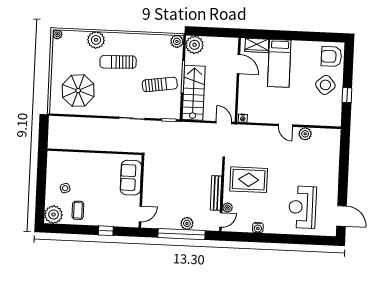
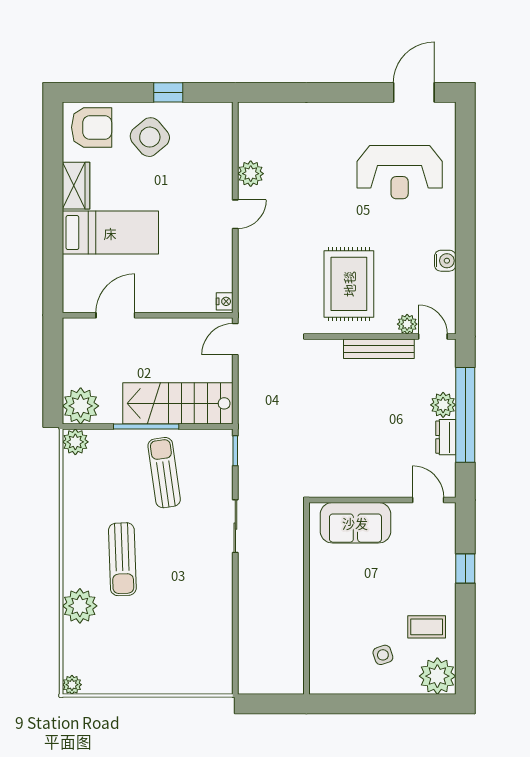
wardrobe: (257, 45) -> (76, 186), moved
armchair: (331, 57) -> (92, 127), turned -90
parasol: (78, 91) -> (184, 638), removed
dresser: (171, 224) -> (446, 437), added

